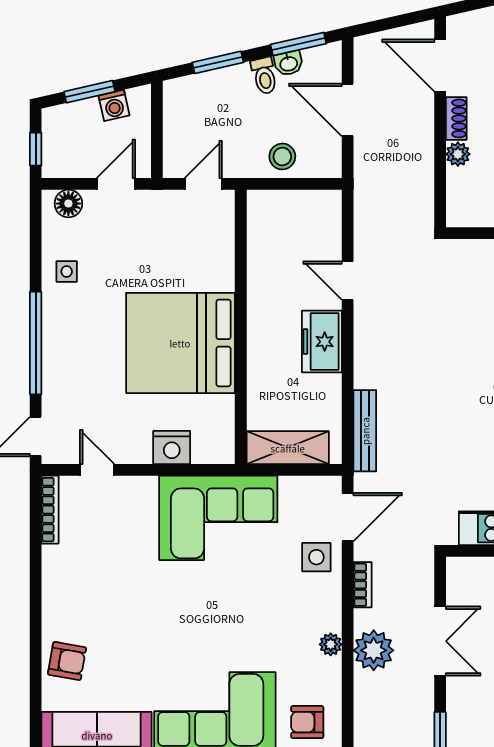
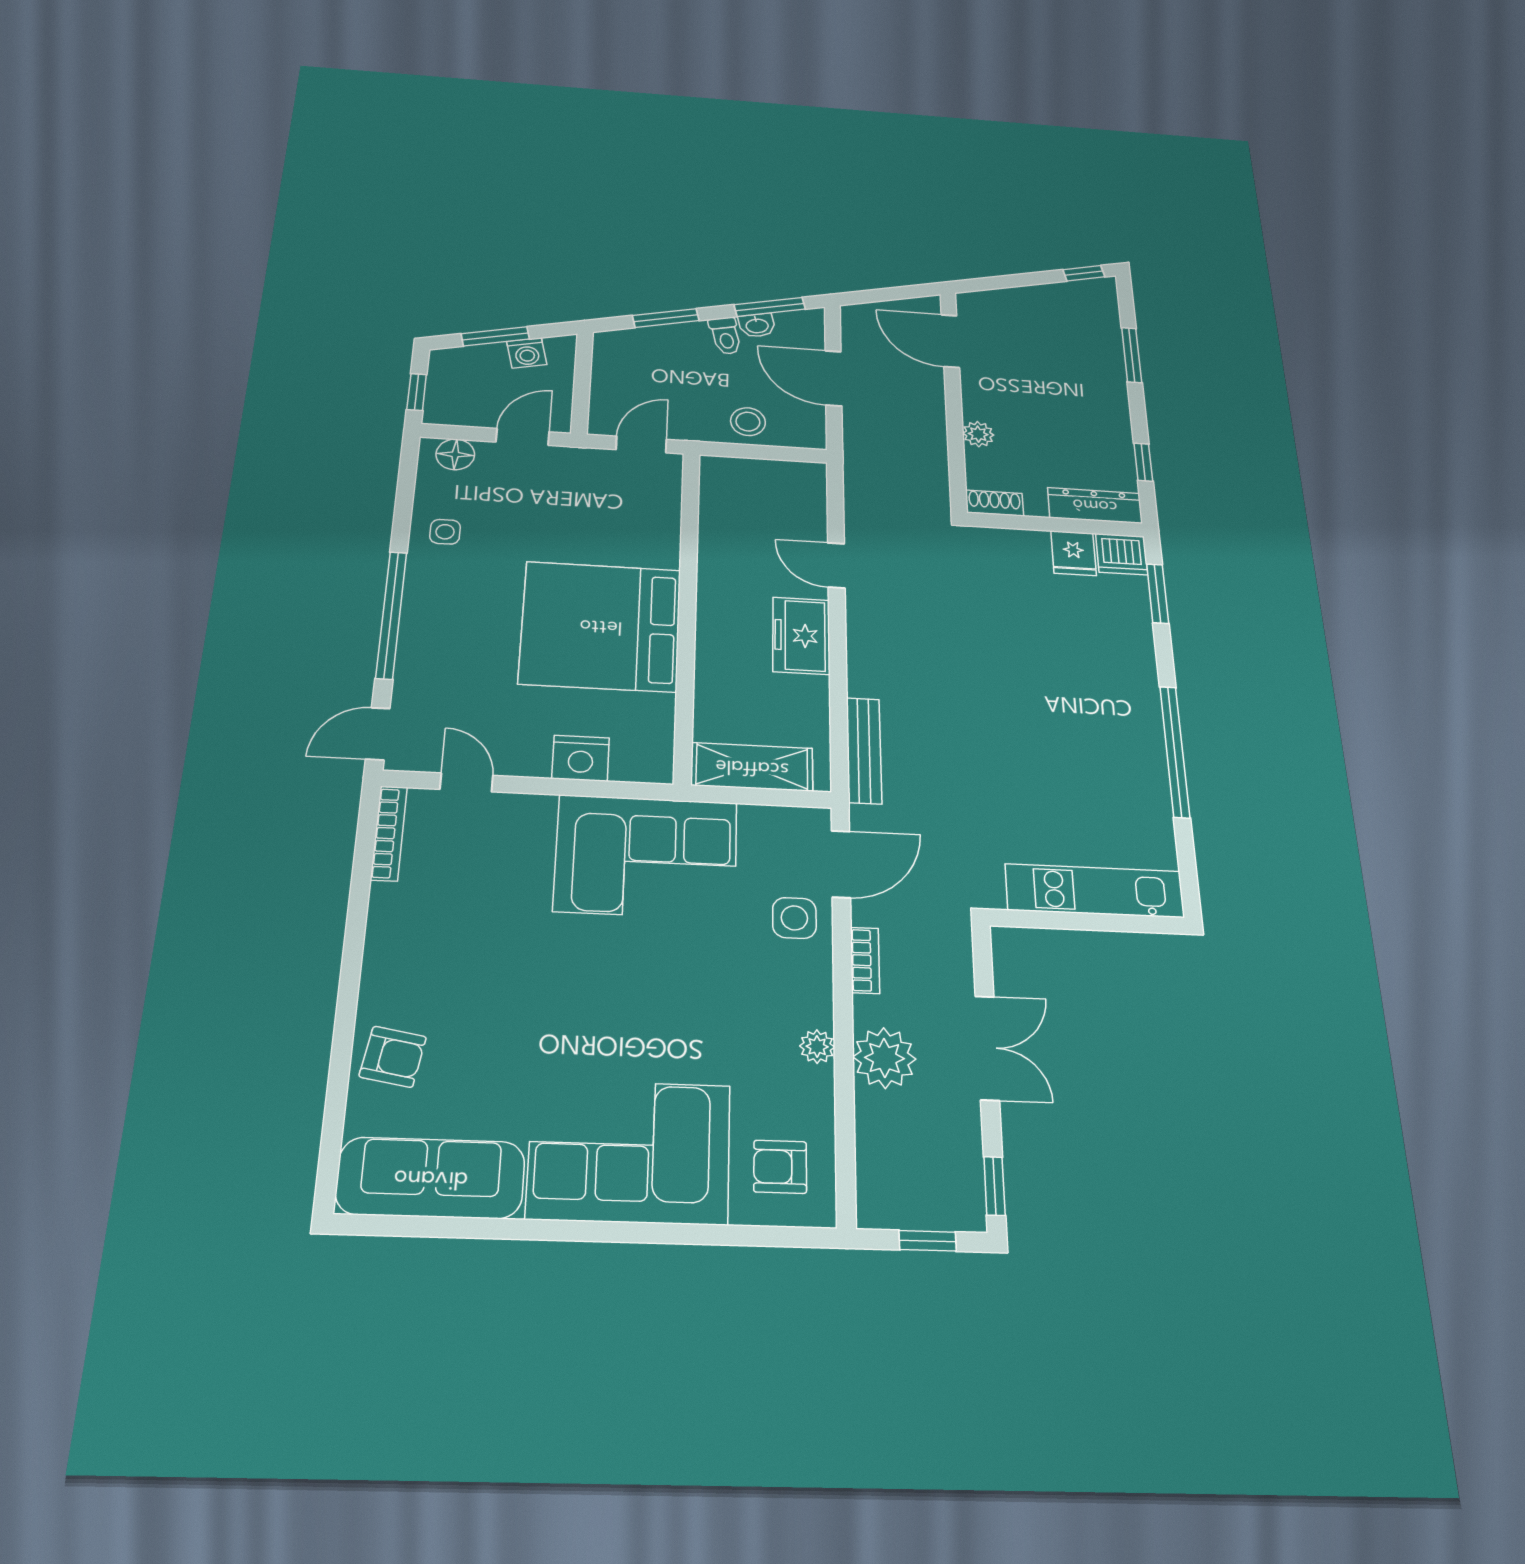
shoe rack: (456, 118) -> (995, 503), moved, turned -90

